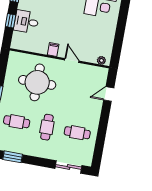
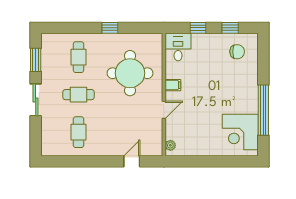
desk: (26, 22) -> (178, 47), moved
door: (109, 94) -> (132, 161), hinge flipped
sliding door: (69, 167) -> (36, 100), moved

